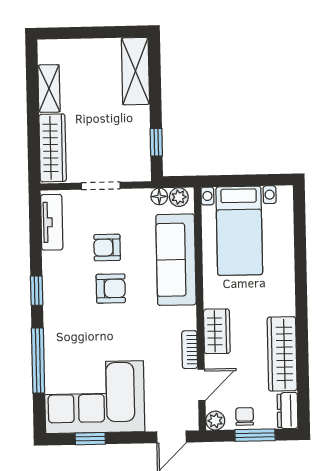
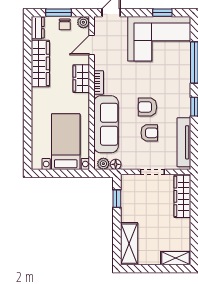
shelving: (49, 88) -> (176, 258), moved, turned 90
tv unit: (52, 222) -> (184, 142), width x1.41
bookcase: (190, 350) -> (99, 82), moved

